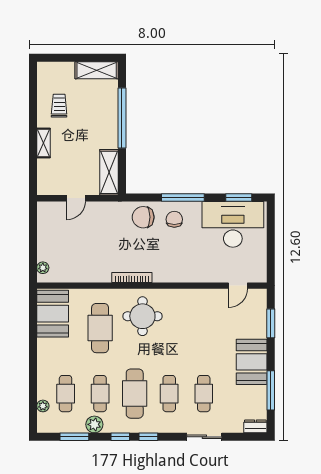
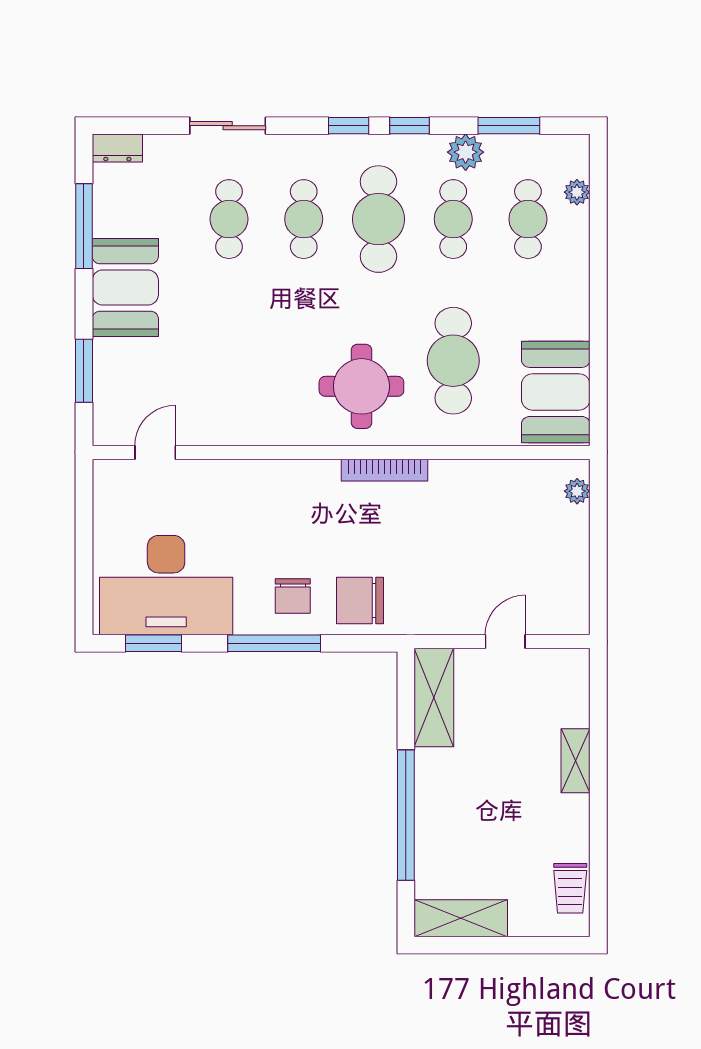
trolley: (59, 106) -> (570, 888), moved
chair: (143, 217) -> (360, 600), turned 180

